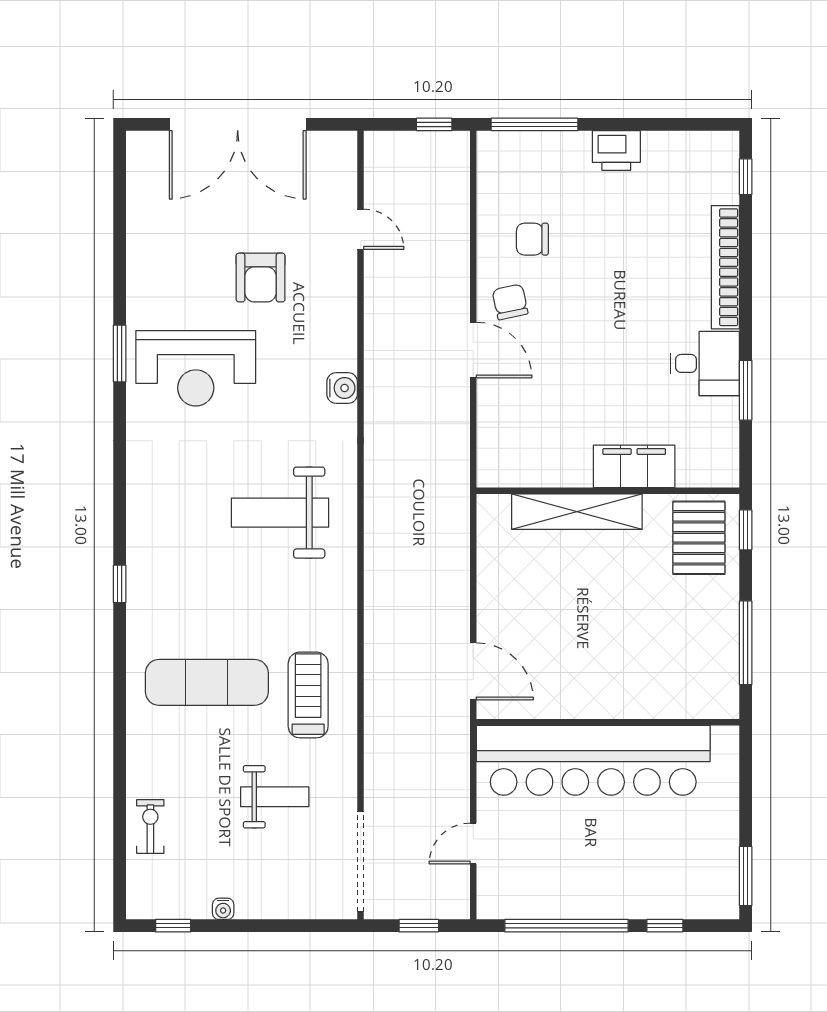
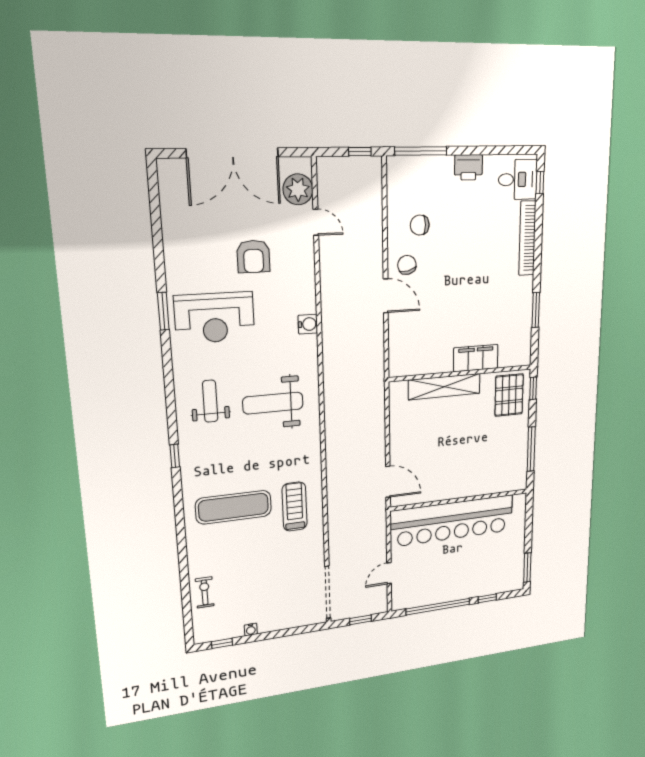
plant: (334, 179) -> (298, 189), added
desk: (705, 363) -> (518, 179), moved
weight bench: (275, 797) -> (210, 401), moved, turned -90

